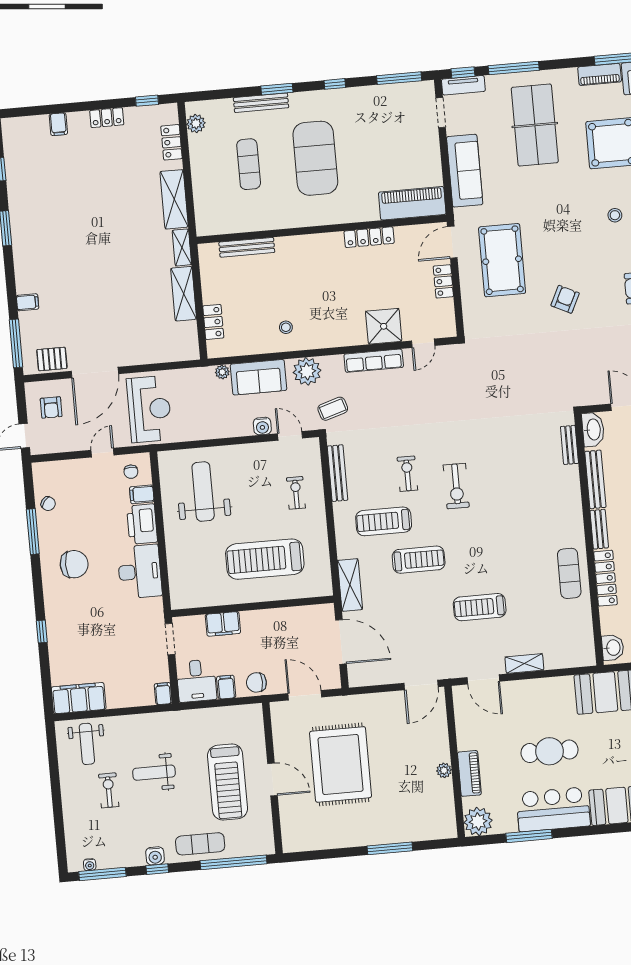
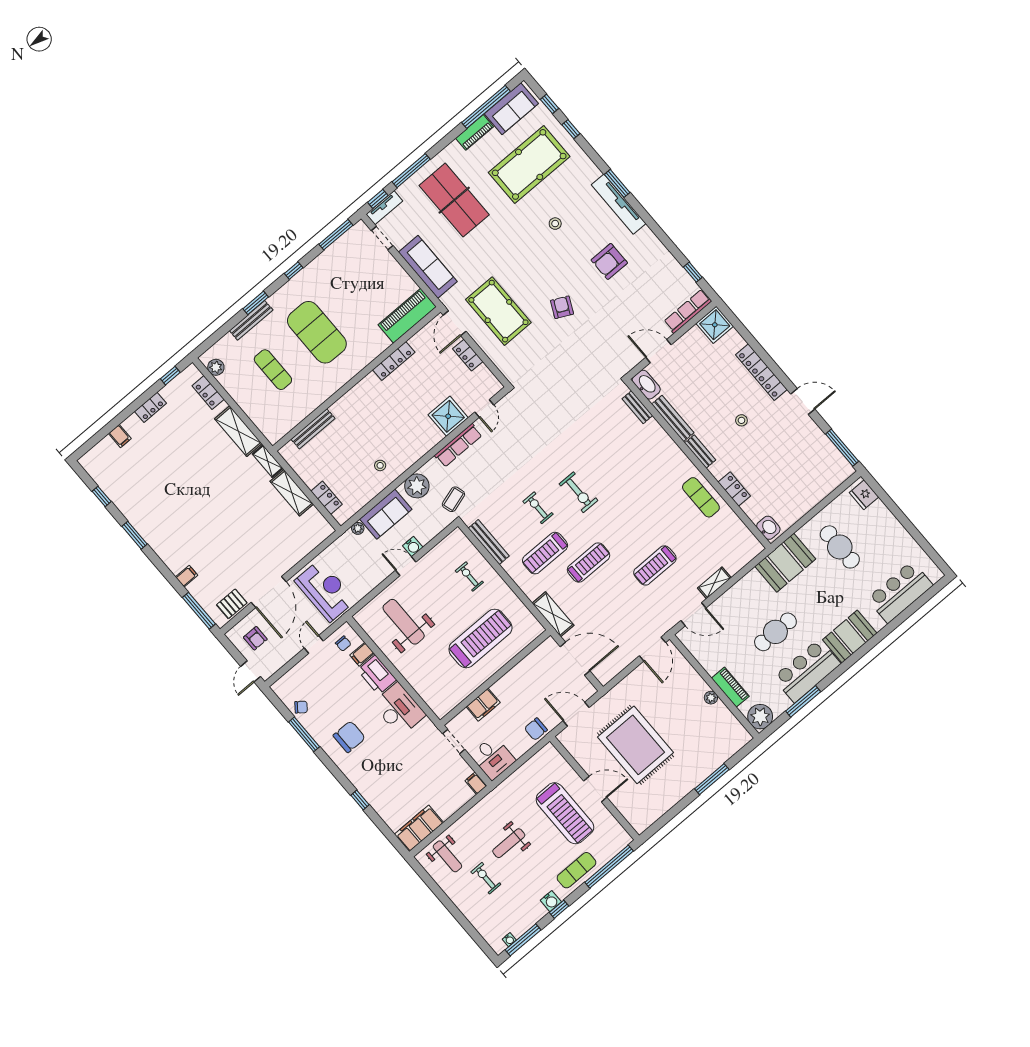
door: (290, 436) -> (406, 566), moved
treadmill: (265, 559) -> (480, 638), turned 180
locker: (605, 578) -> (734, 489), width x0.66
filing cabinet: (226, 687) -> (517, 747), removed

